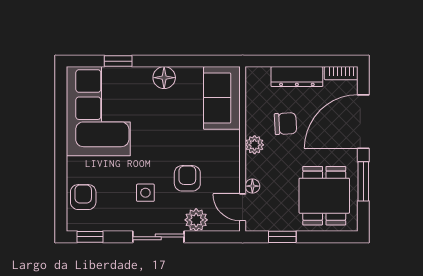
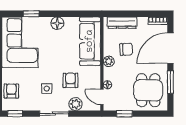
dresser: (297, 77) -> (122, 23), moved
sofa: (222, 98) -> (90, 41), width x1.36

